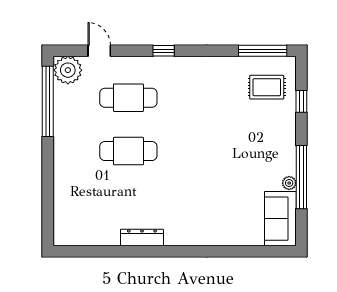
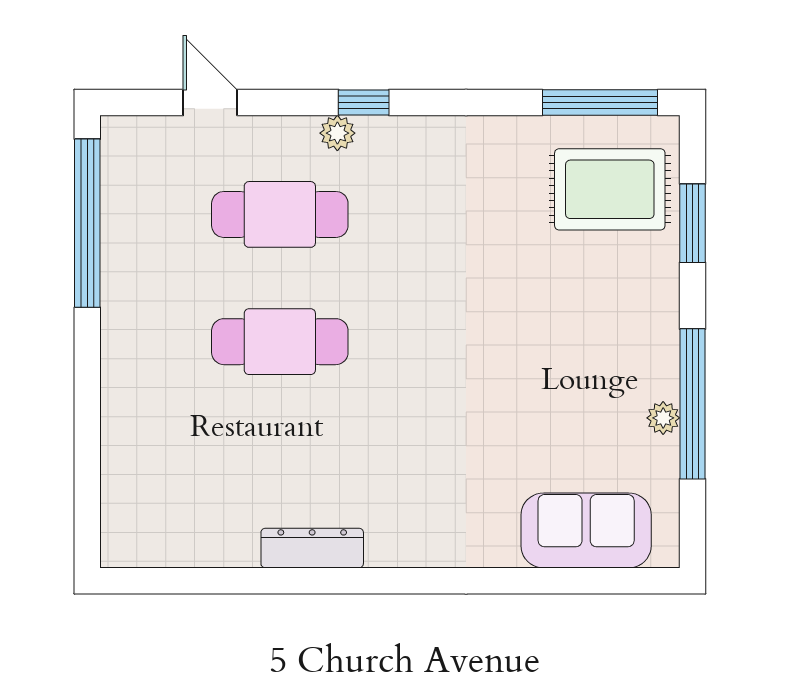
plant: (68, 70) -> (337, 133), moved, width x0.53, depth x0.53
rug: (267, 87) -> (610, 189), width x1.36, depth x1.43
window: (301, 101) -> (692, 223), width x1.50
sofa: (280, 219) -> (586, 530), moved, turned 90

